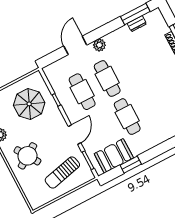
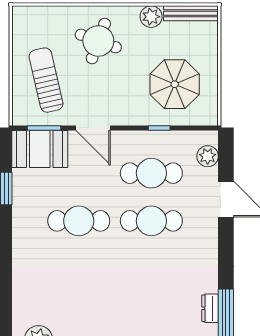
plant: (99, 45) -> (208, 156), moved
round table: (27, 156) -> (98, 41), turned -37
booth: (114, 156) -> (40, 149), moved, turned 90

